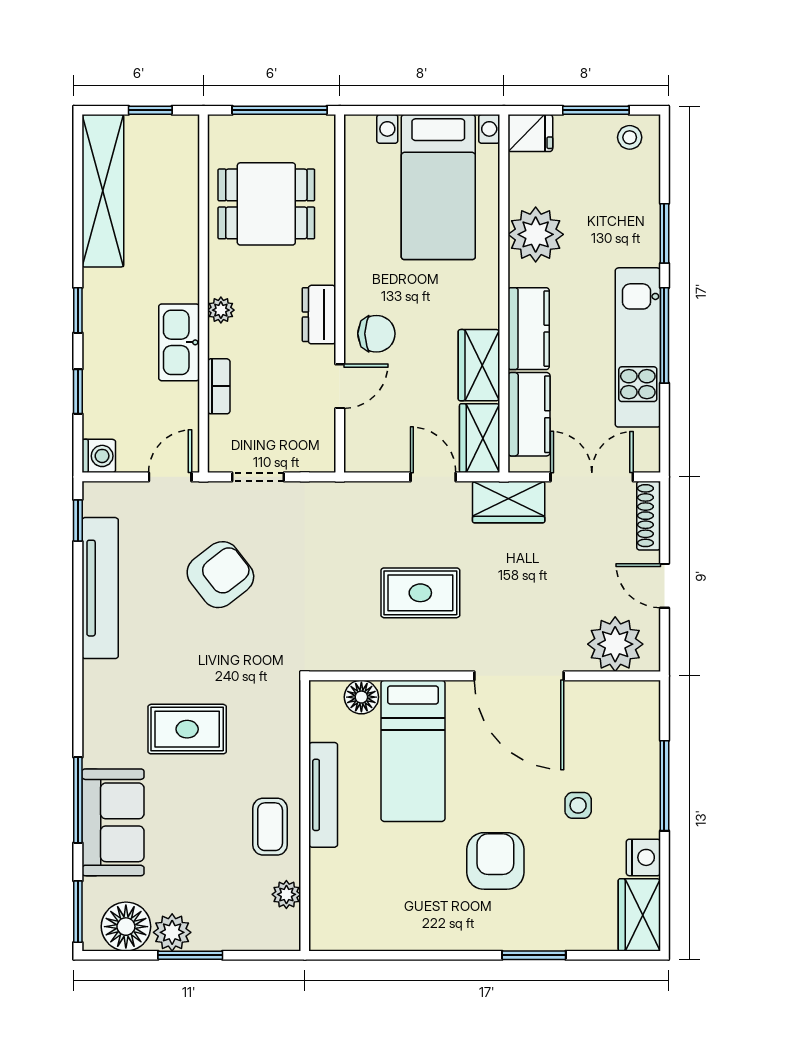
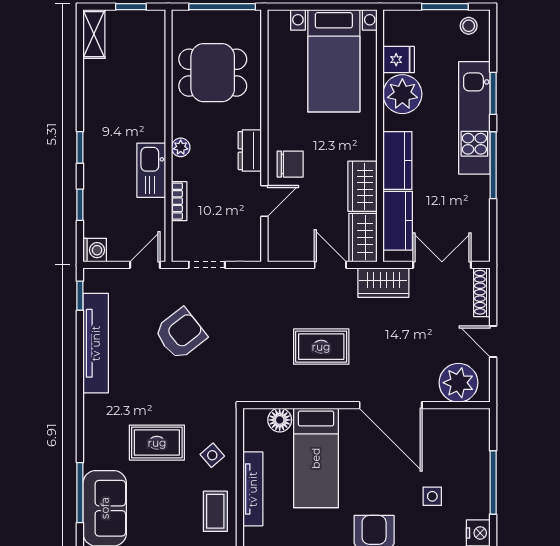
fridge: (530, 133) -> (399, 60), moved
shelving: (103, 191) -> (94, 34), width x0.45, depth x0.75
kitchen unit: (638, 347) -> (474, 118), moved
side table: (266, 747) -> (212, 455), added

